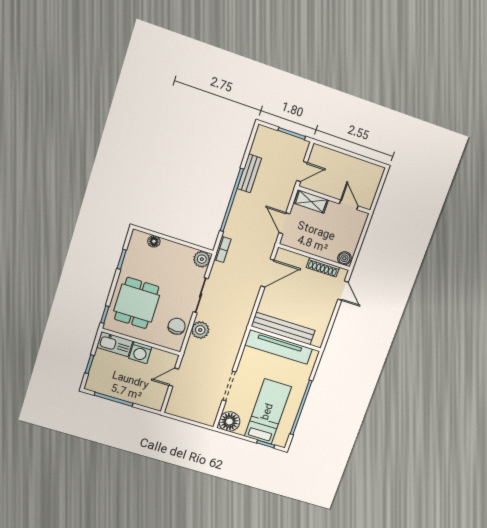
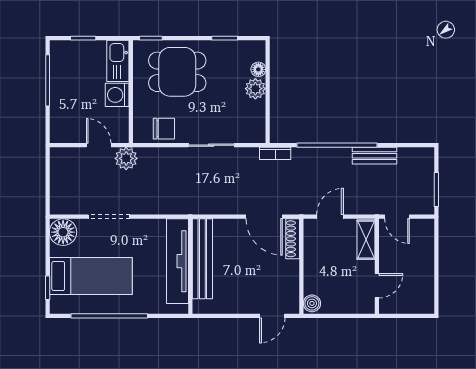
plant: (202, 259) -> (255, 89), moved
shoe rack: (323, 267) -> (293, 239), moved
plant: (200, 330) -> (126, 158), moved

